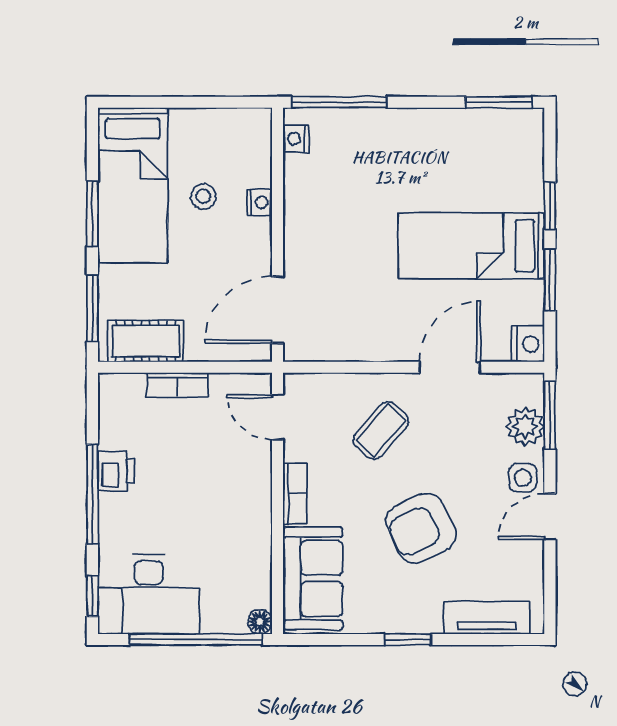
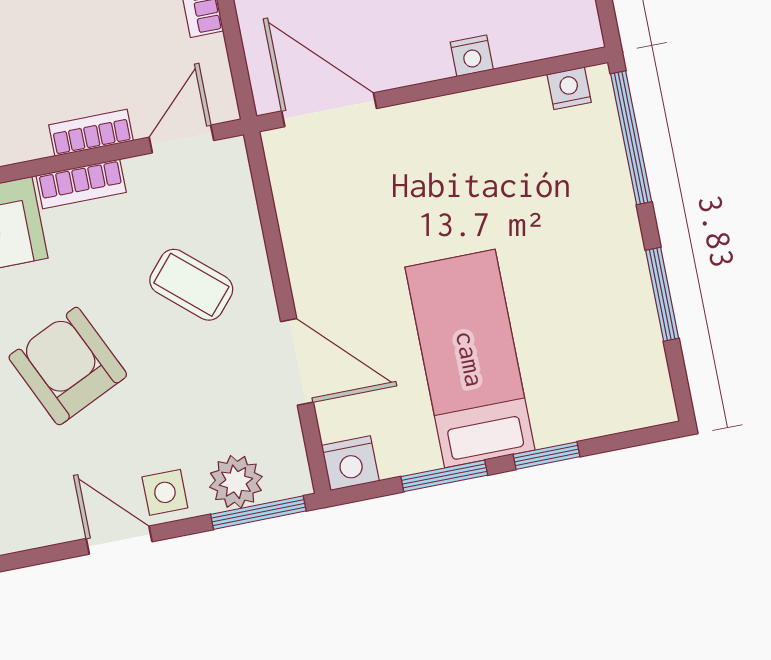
window: (499, 102) -> (662, 294), moved
bookcase: (261, 480) -> (91, 133), added

